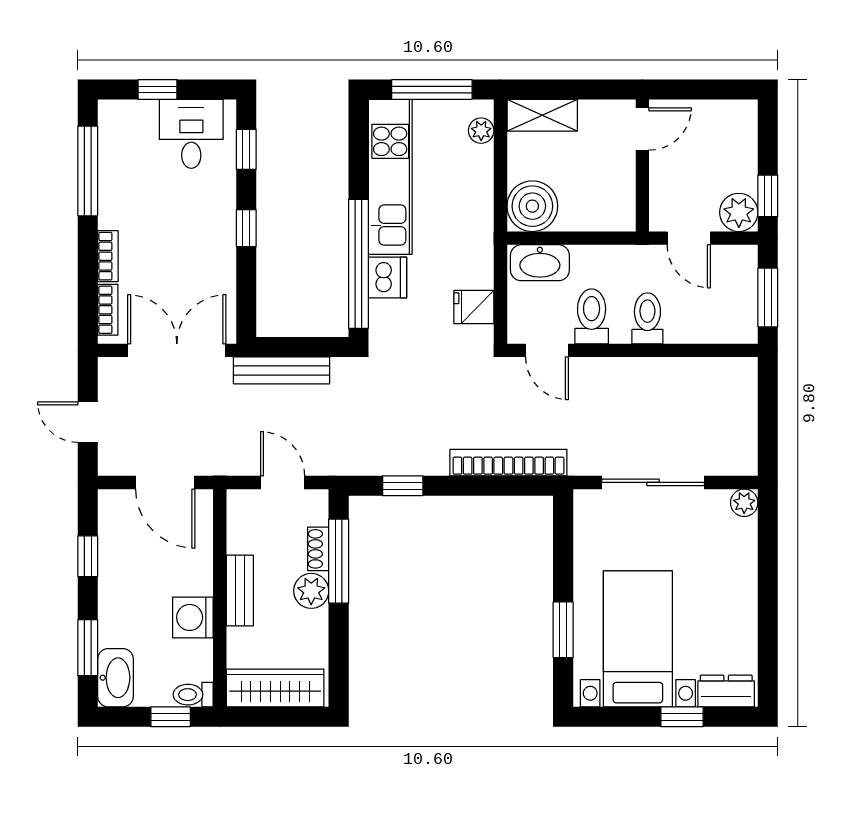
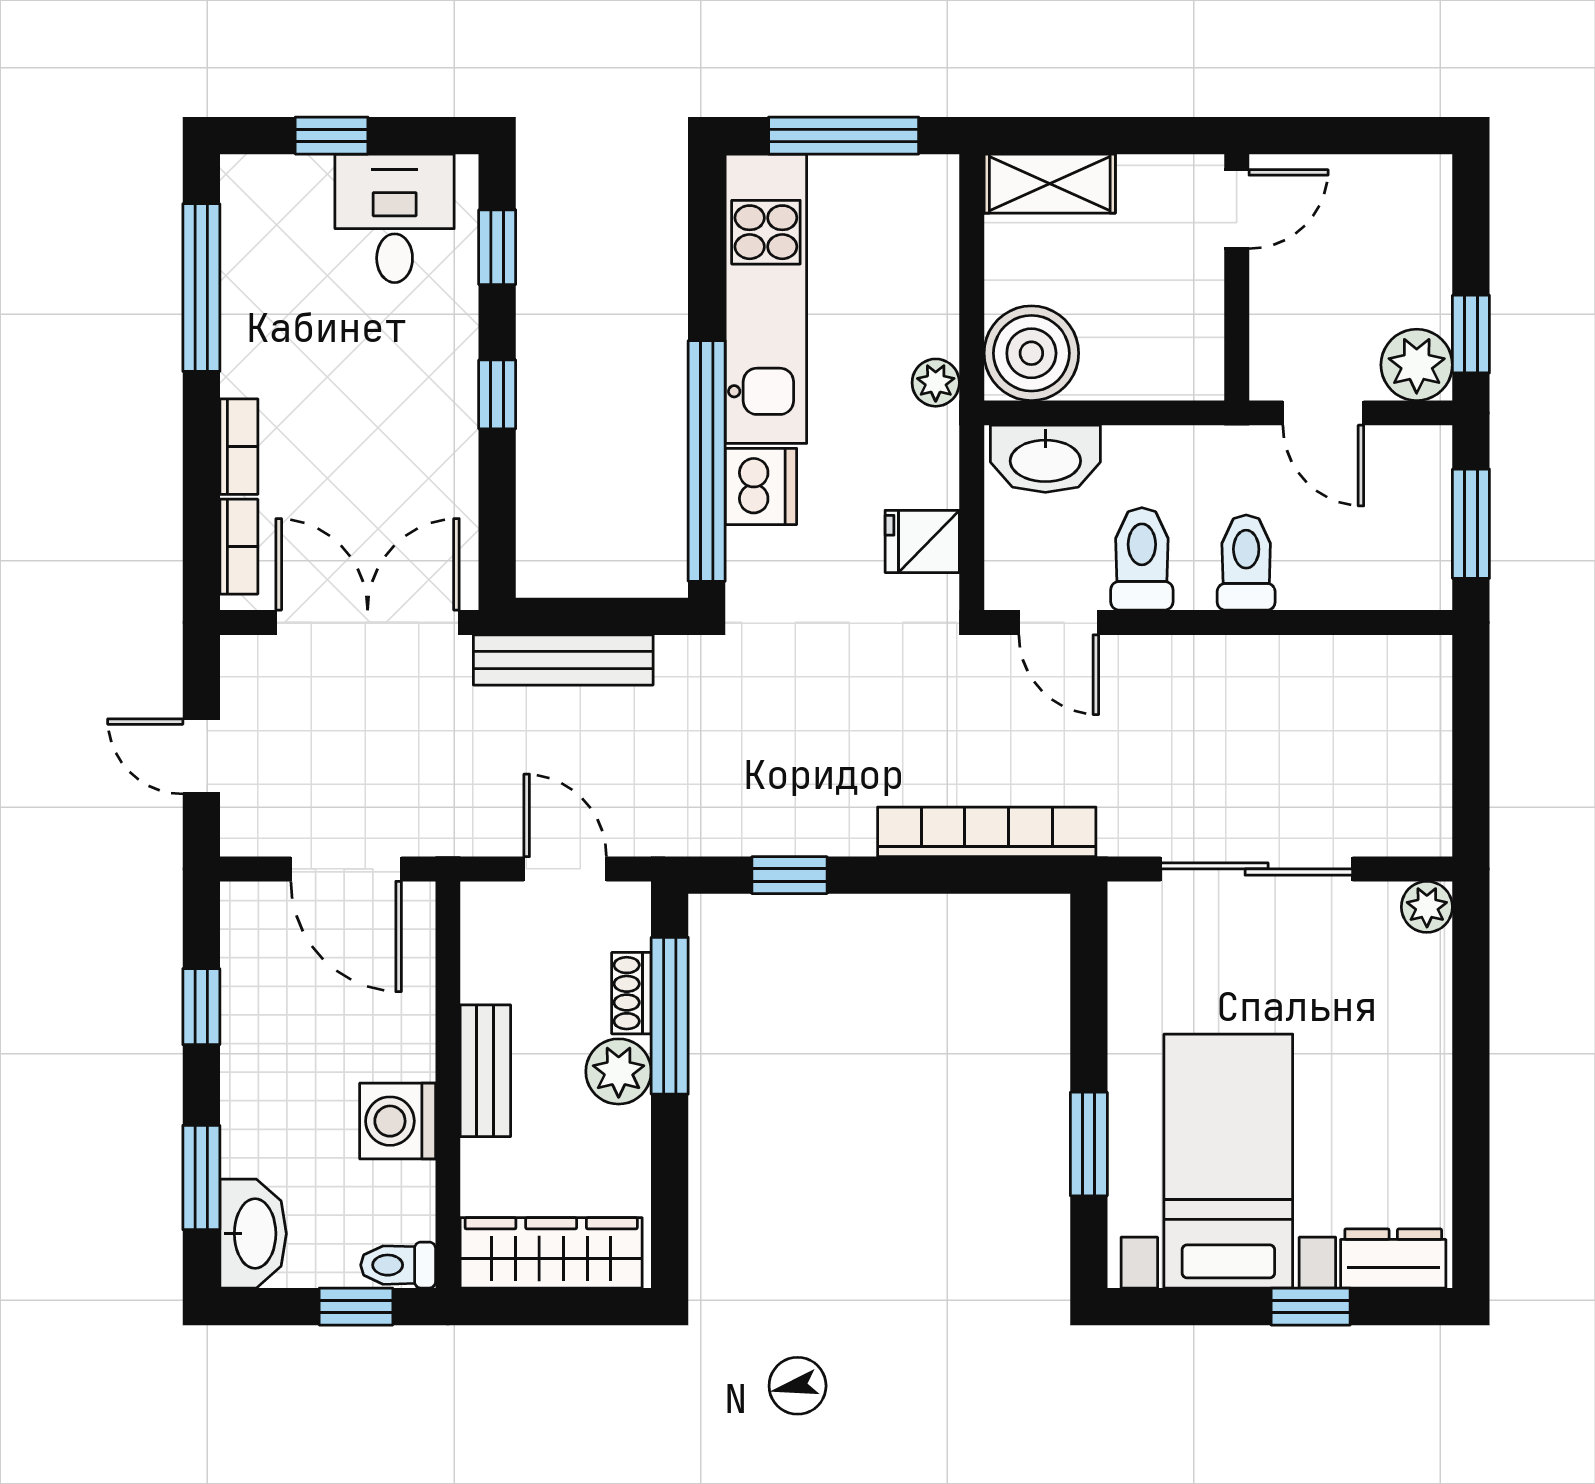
plant: (481, 131) -> (936, 383), moved

